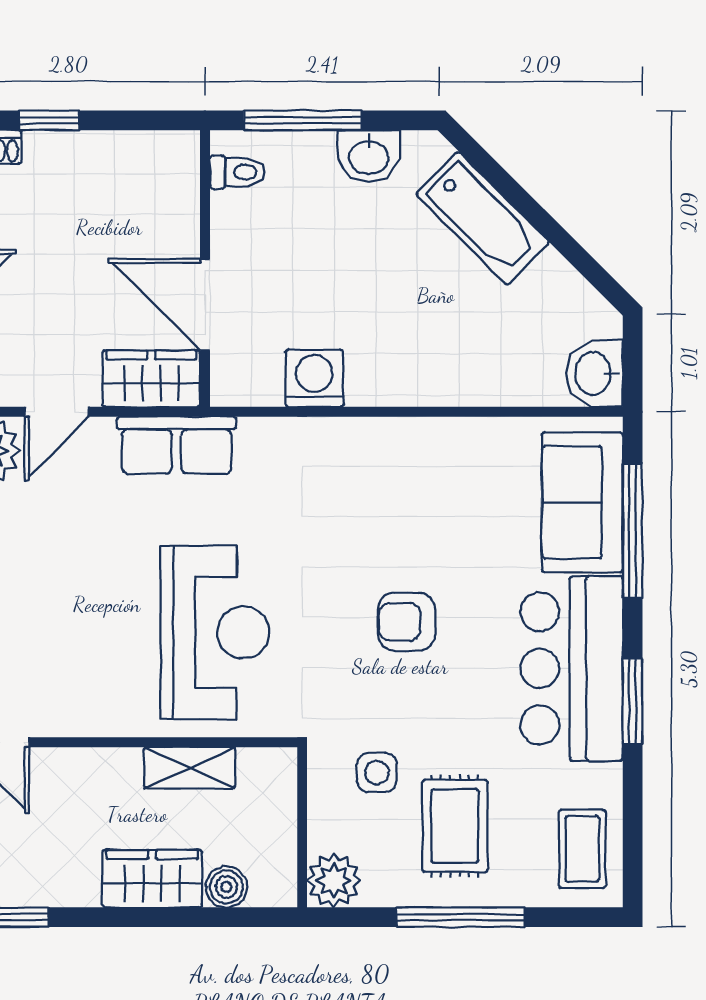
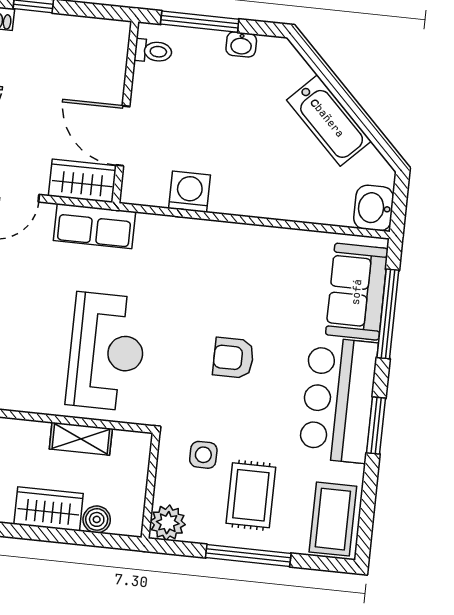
washbasin: (369, 156) -> (241, 44), width x0.72, depth x0.69
bathtub: (483, 218) -> (329, 121), moved
coffee table: (582, 849) -> (333, 519), width x1.36, depth x1.30

